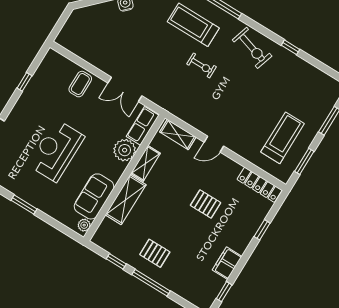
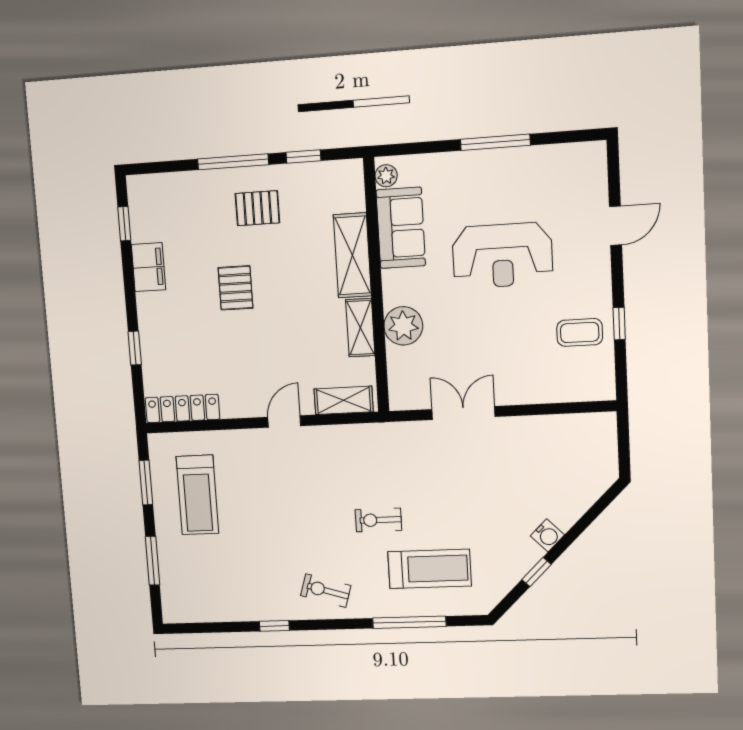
exercise bike: (252, 48) -> (326, 591), width x0.73, depth x0.72
coffee table: (80, 84) -> (580, 333), moved, turned 90
row of seats: (143, 126) -> (402, 378), removed
reception desk: (56, 151) -> (502, 255), turned 90
pallet: (206, 204) -> (236, 288), moved, turned 90
window: (24, 205) -> (495, 142), width x1.44

